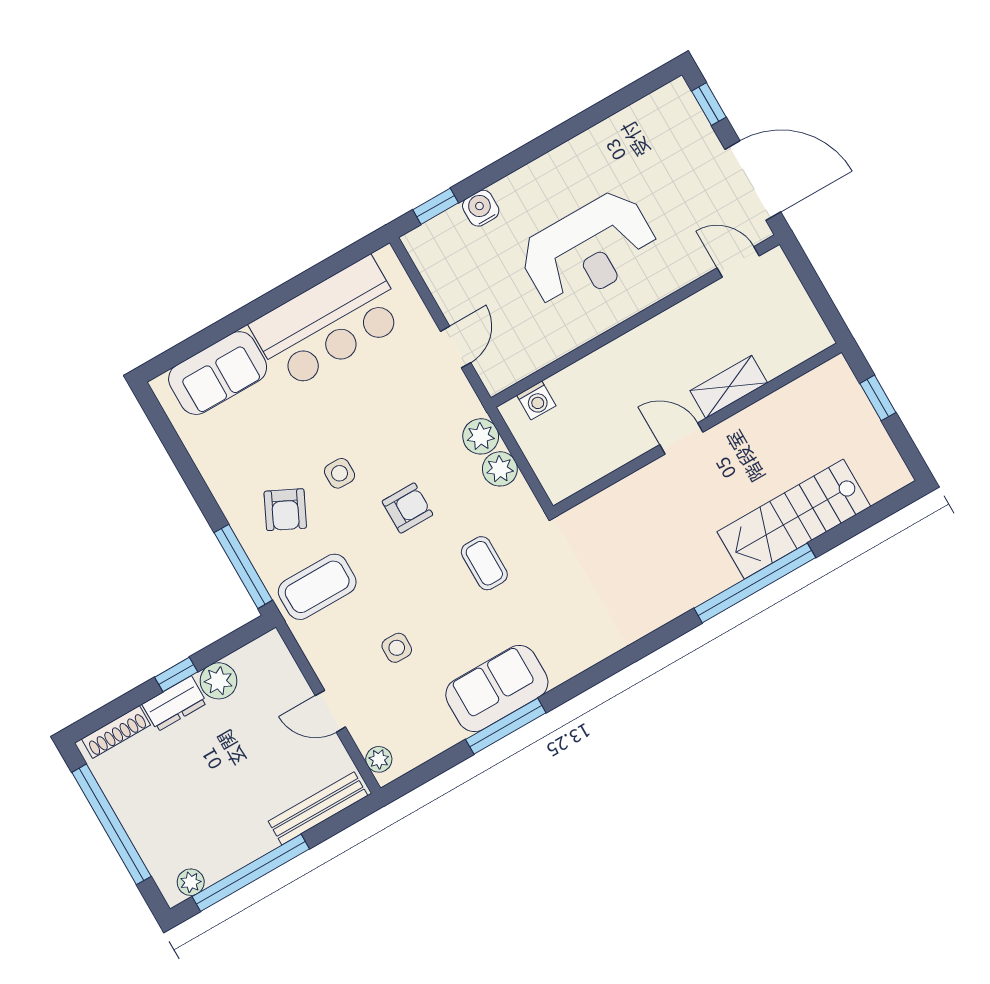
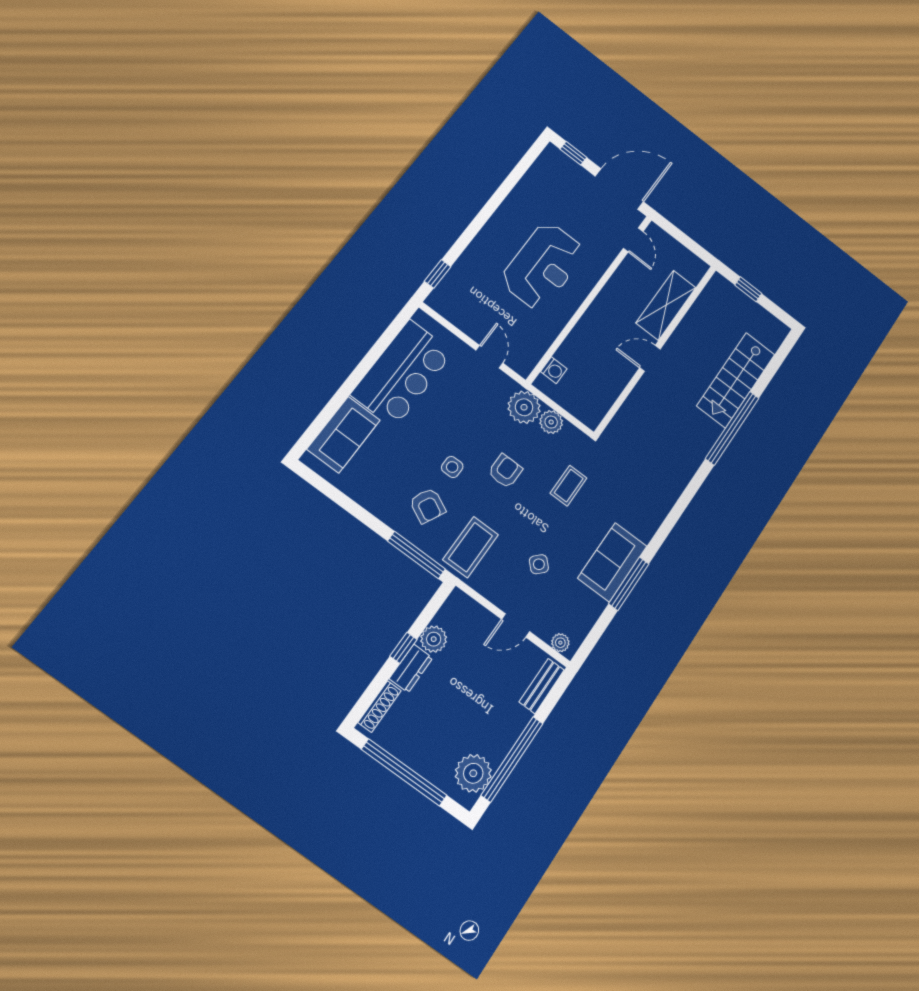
water cooler: (481, 208) -> (466, 265), removed
door: (738, 262) -> (633, 240), swing flipped
shelving: (729, 387) -> (666, 305), width x1.50, depth x1.33
plant: (481, 436) -> (524, 407), width x1.36, depth x1.36
coffee table: (484, 563) -> (569, 486), turned 90
side table: (397, 648) -> (539, 564), turned 45
bench: (318, 808) -> (542, 686), width x0.73
plant: (191, 882) -> (473, 773), width x1.87, depth x1.87

